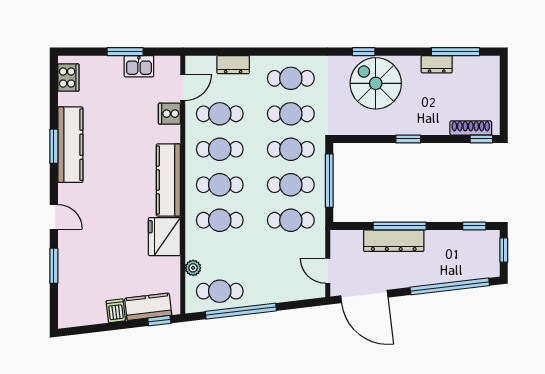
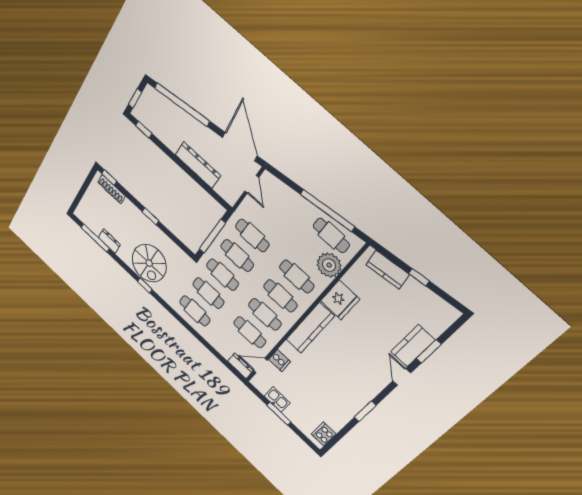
dresser: (233, 65) -> (240, 366), moved
kitchen counter: (70, 145) -> (413, 346), moved, width x0.67
window: (400, 226) -> (188, 171), removed
plant: (193, 268) -> (329, 265), width x1.88, depth x1.88
dishwasher: (116, 311) -> (412, 287), removed
window: (159, 321) -> (419, 277), moved

